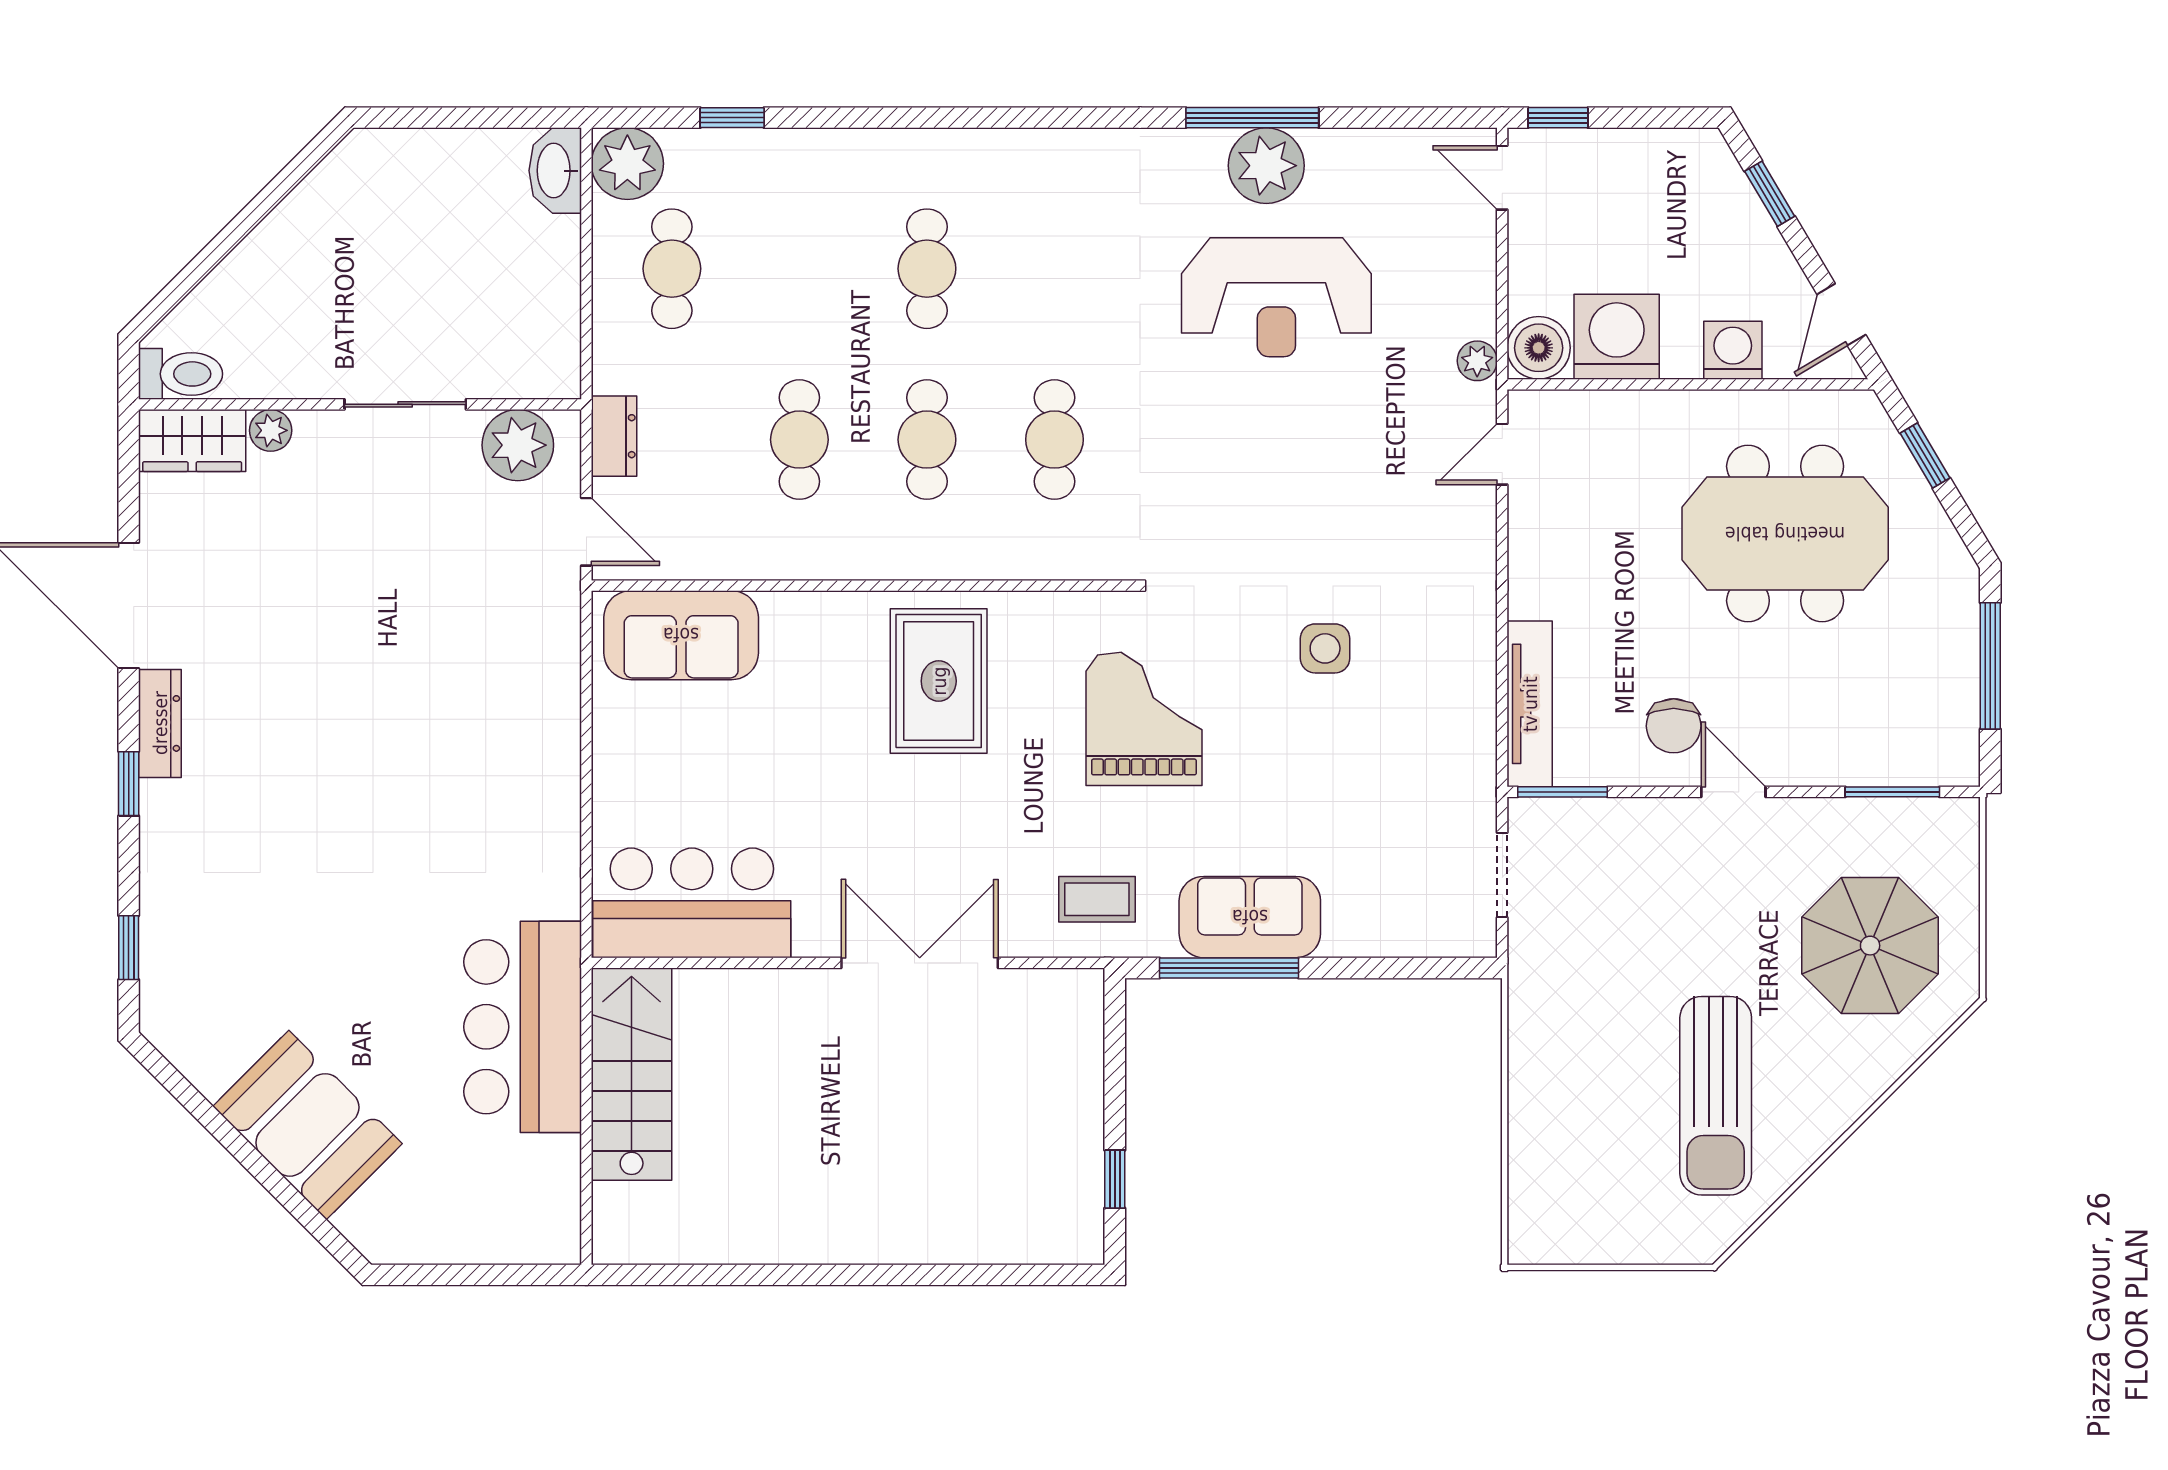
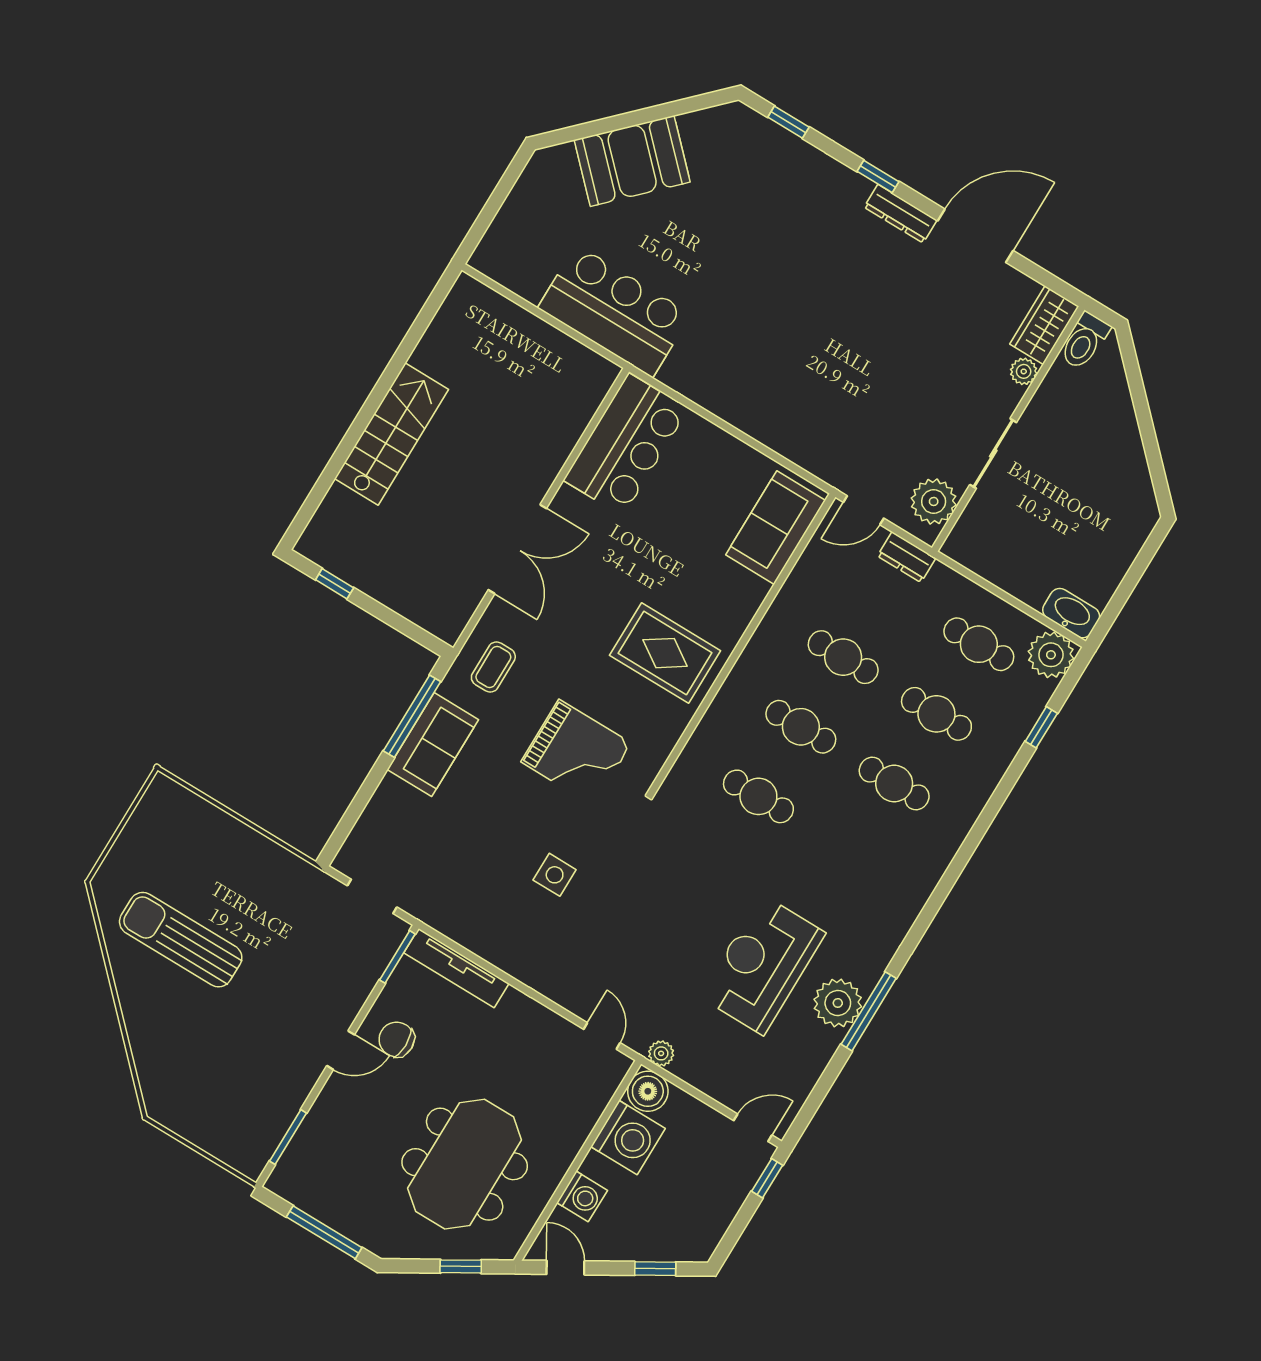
cafe table: (799, 269) -> (936, 714), added
parasol: (1870, 946) -> (211, 1074), removed
stairs: (632, 1074) -> (392, 434), moved, turned -90

